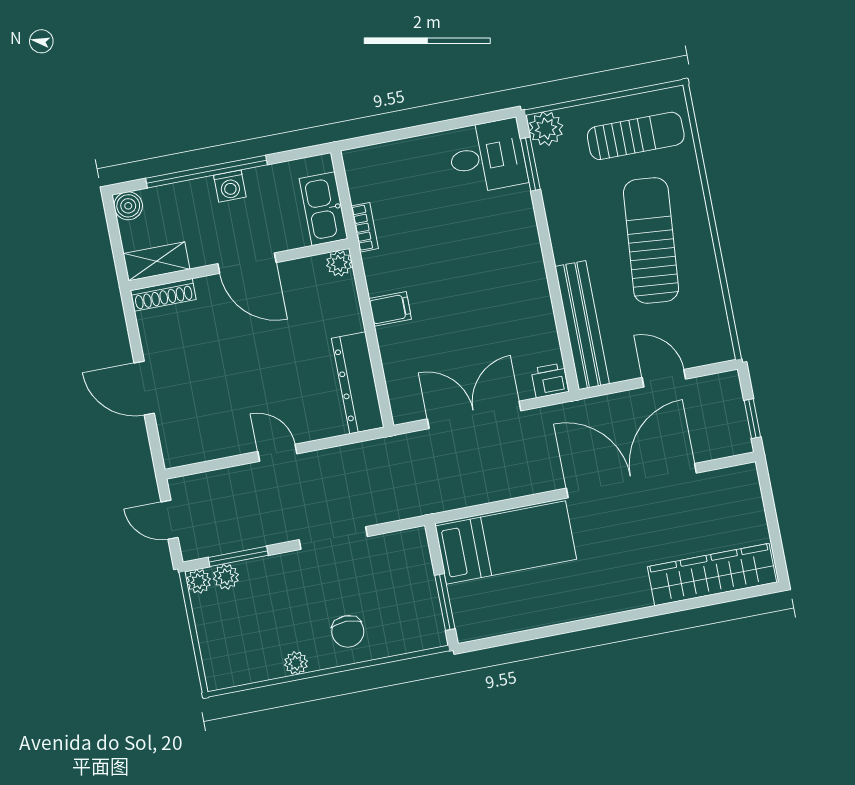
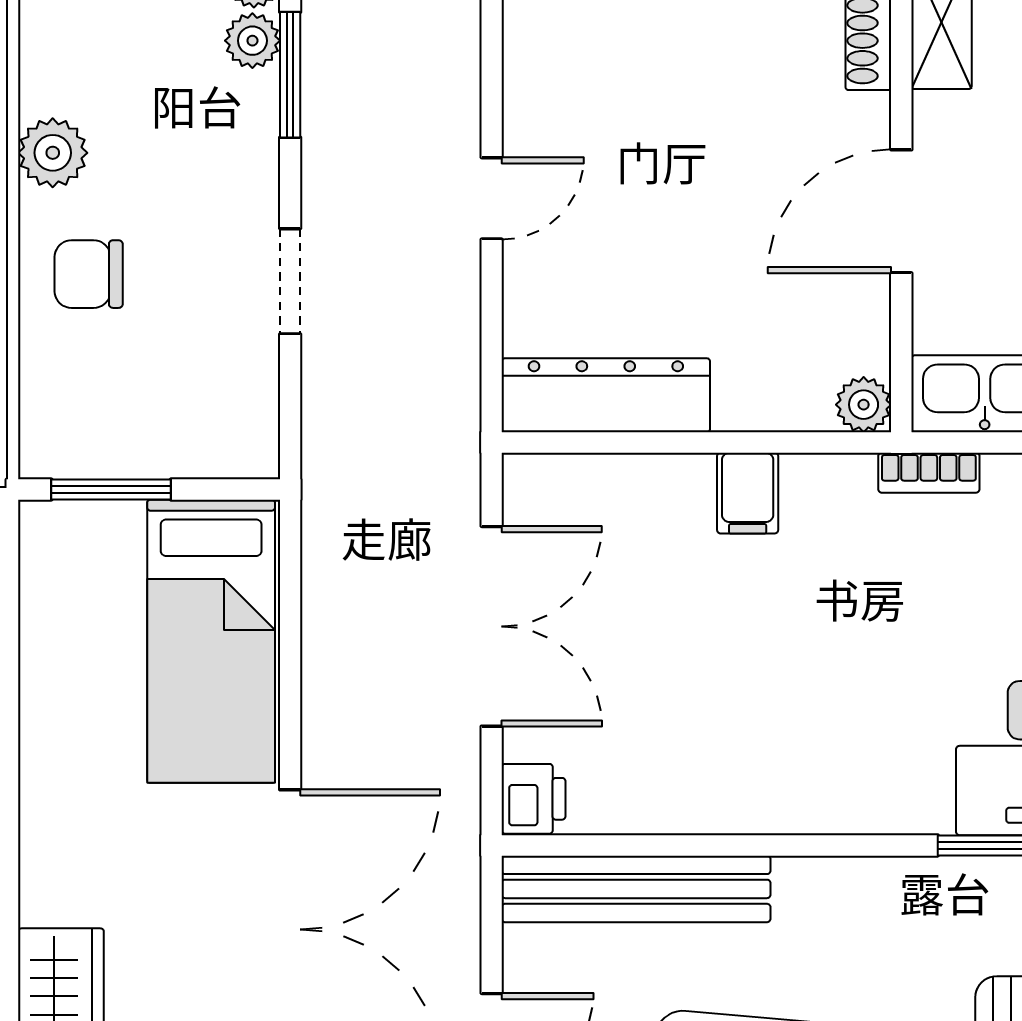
doorway: (333, 538) -> (290, 281), width x0.73
plant: (296, 663) -> (53, 153), width x1.38, depth x1.38

